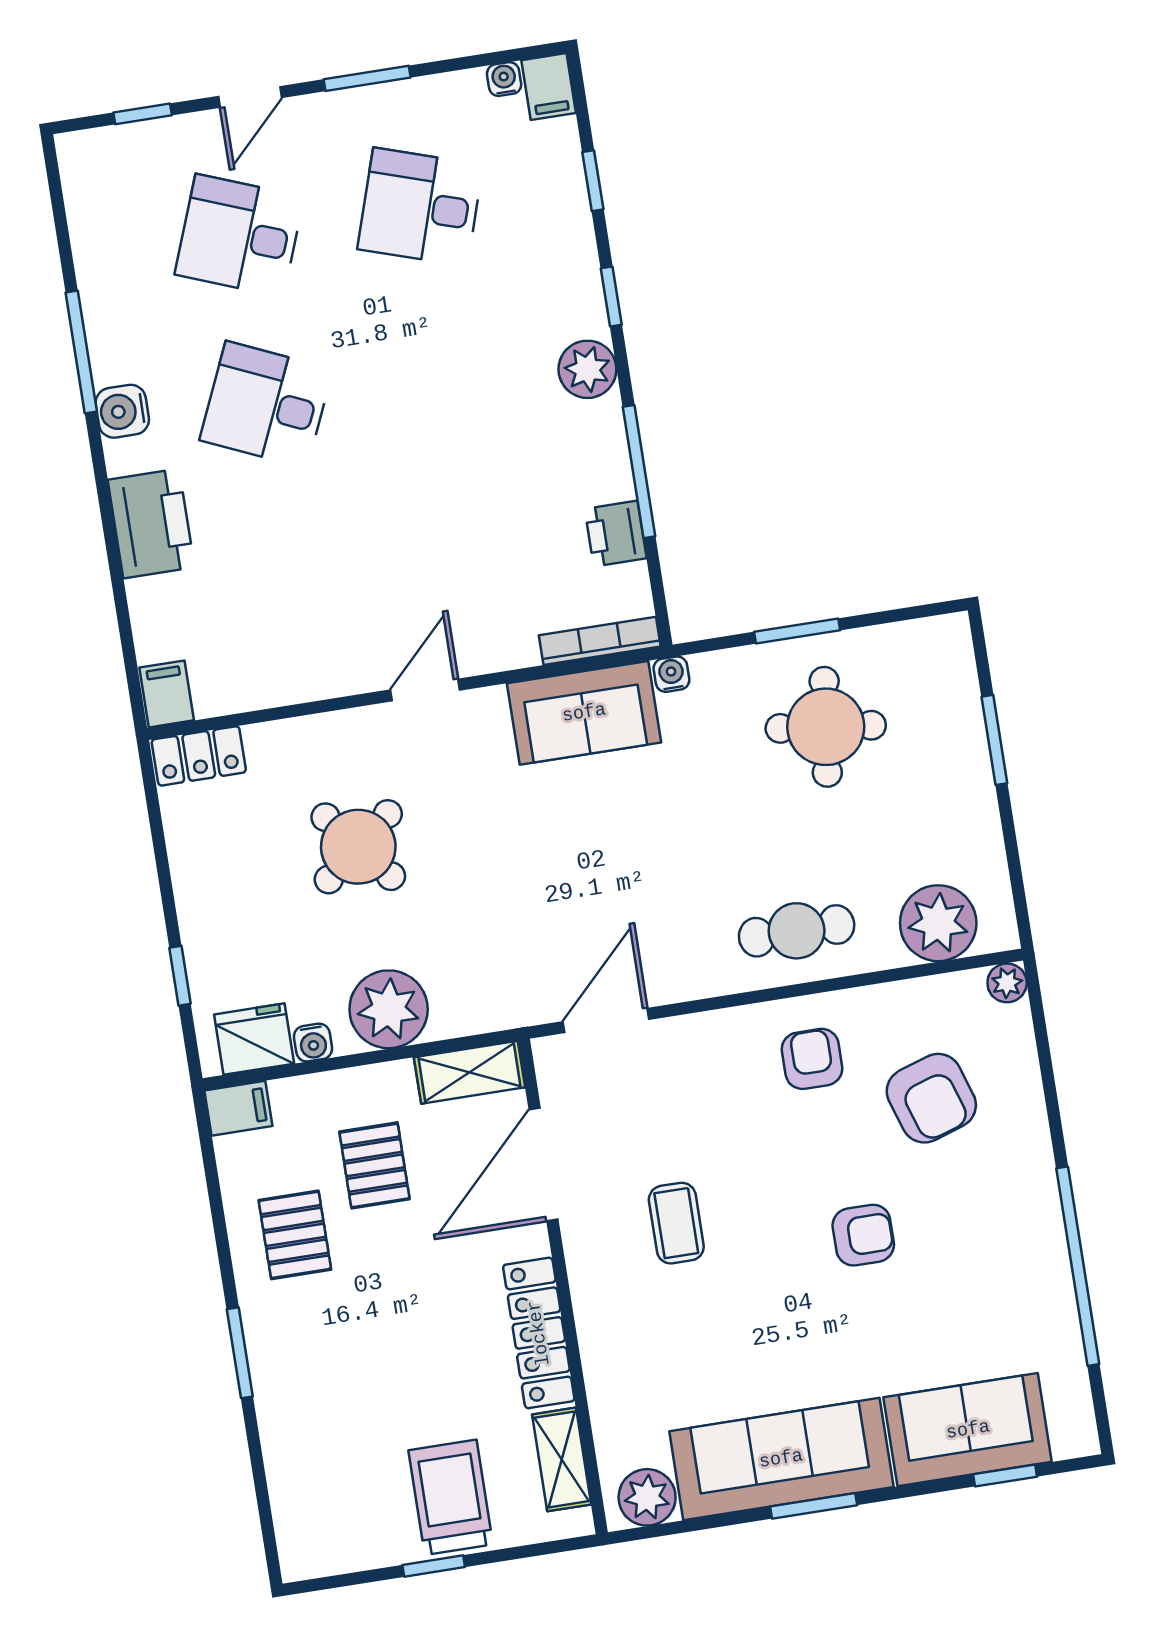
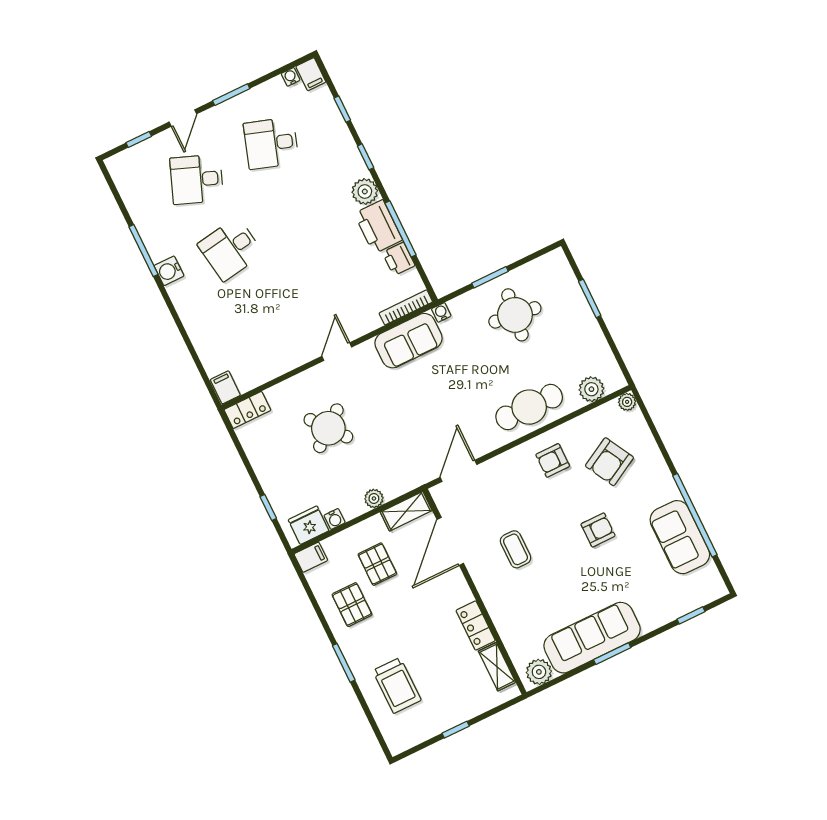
desk: (266, 405) -> (230, 249), turned -33
printer: (151, 523) -> (378, 227), moved, turned 180
plant: (938, 923) -> (591, 389), width x0.73, depth x0.73
cafe table: (797, 931) -> (529, 407), width x1.37, depth x1.35
plant: (389, 1009) -> (374, 498), width x0.53, depth x0.53
armchair: (812, 1059) -> (553, 460), turned -90
armchair: (931, 1098) -> (609, 462), turned 79
locker: (539, 1333) -> (476, 626), width x0.66
sofa: (968, 1430) -> (680, 537), moved, turned -90
trolley: (451, 1497) -> (397, 685), moved, turned 180

